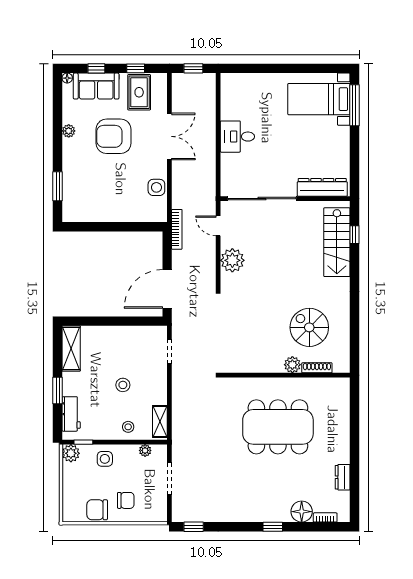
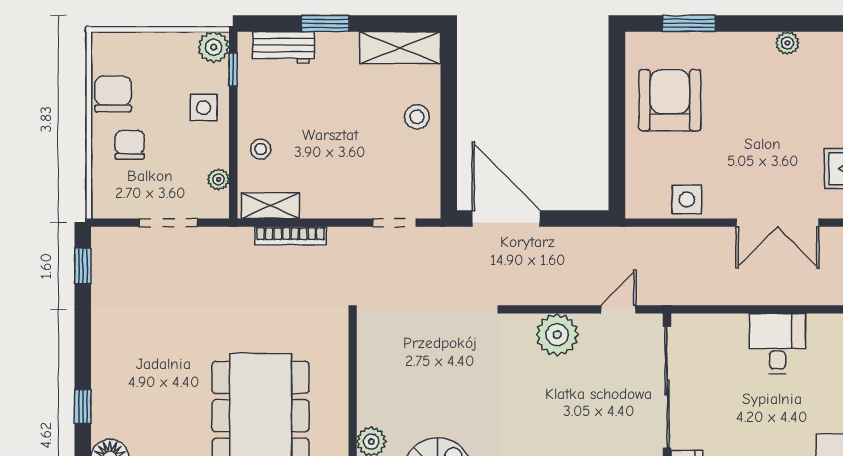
armchair: (114, 136) -> (670, 100), moved
bookcase: (177, 229) -> (291, 236), moved
stool: (123, 385) -> (417, 117), moved
chair: (126, 500) -> (130, 145), turned 180

